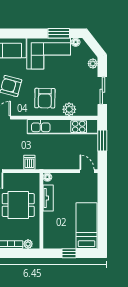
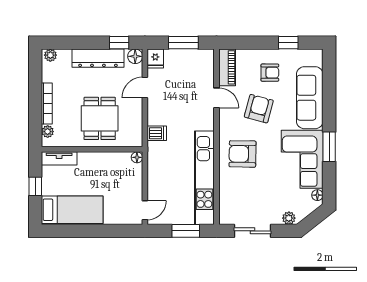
window: (59, 33) -> (329, 147), moved
plant: (69, 109) -> (228, 187), removed
tv unit: (48, 198) -> (59, 158), moved

